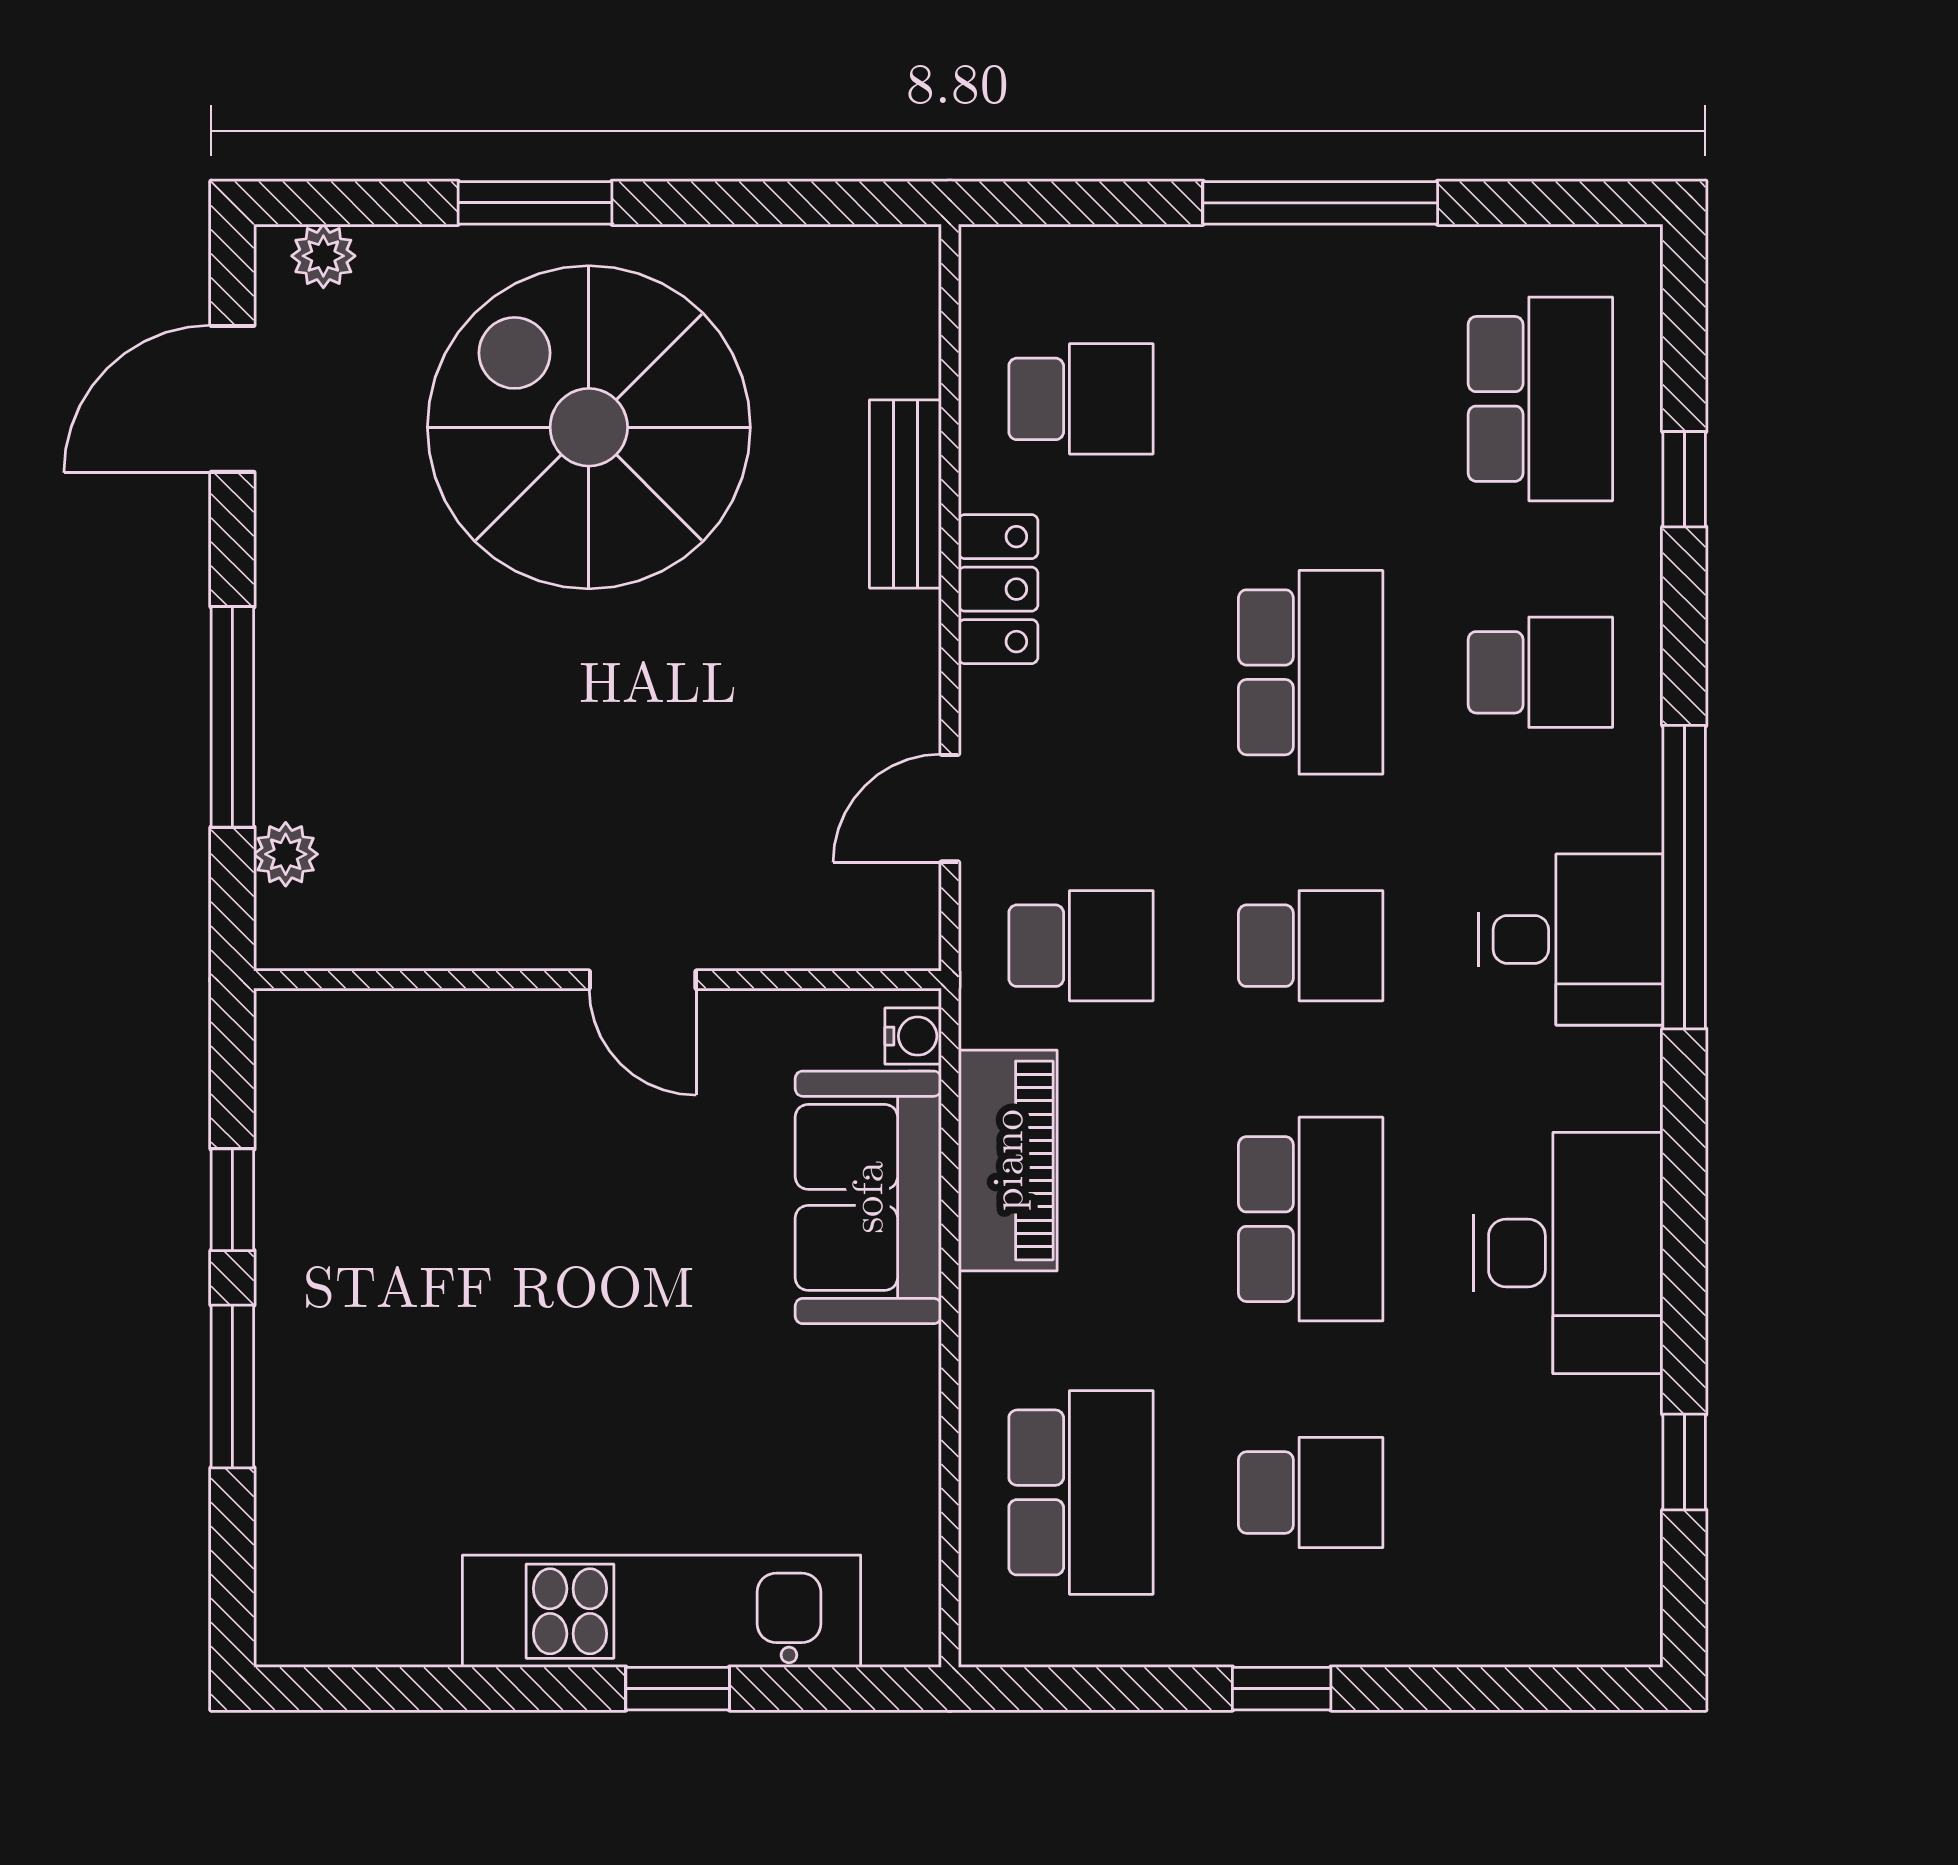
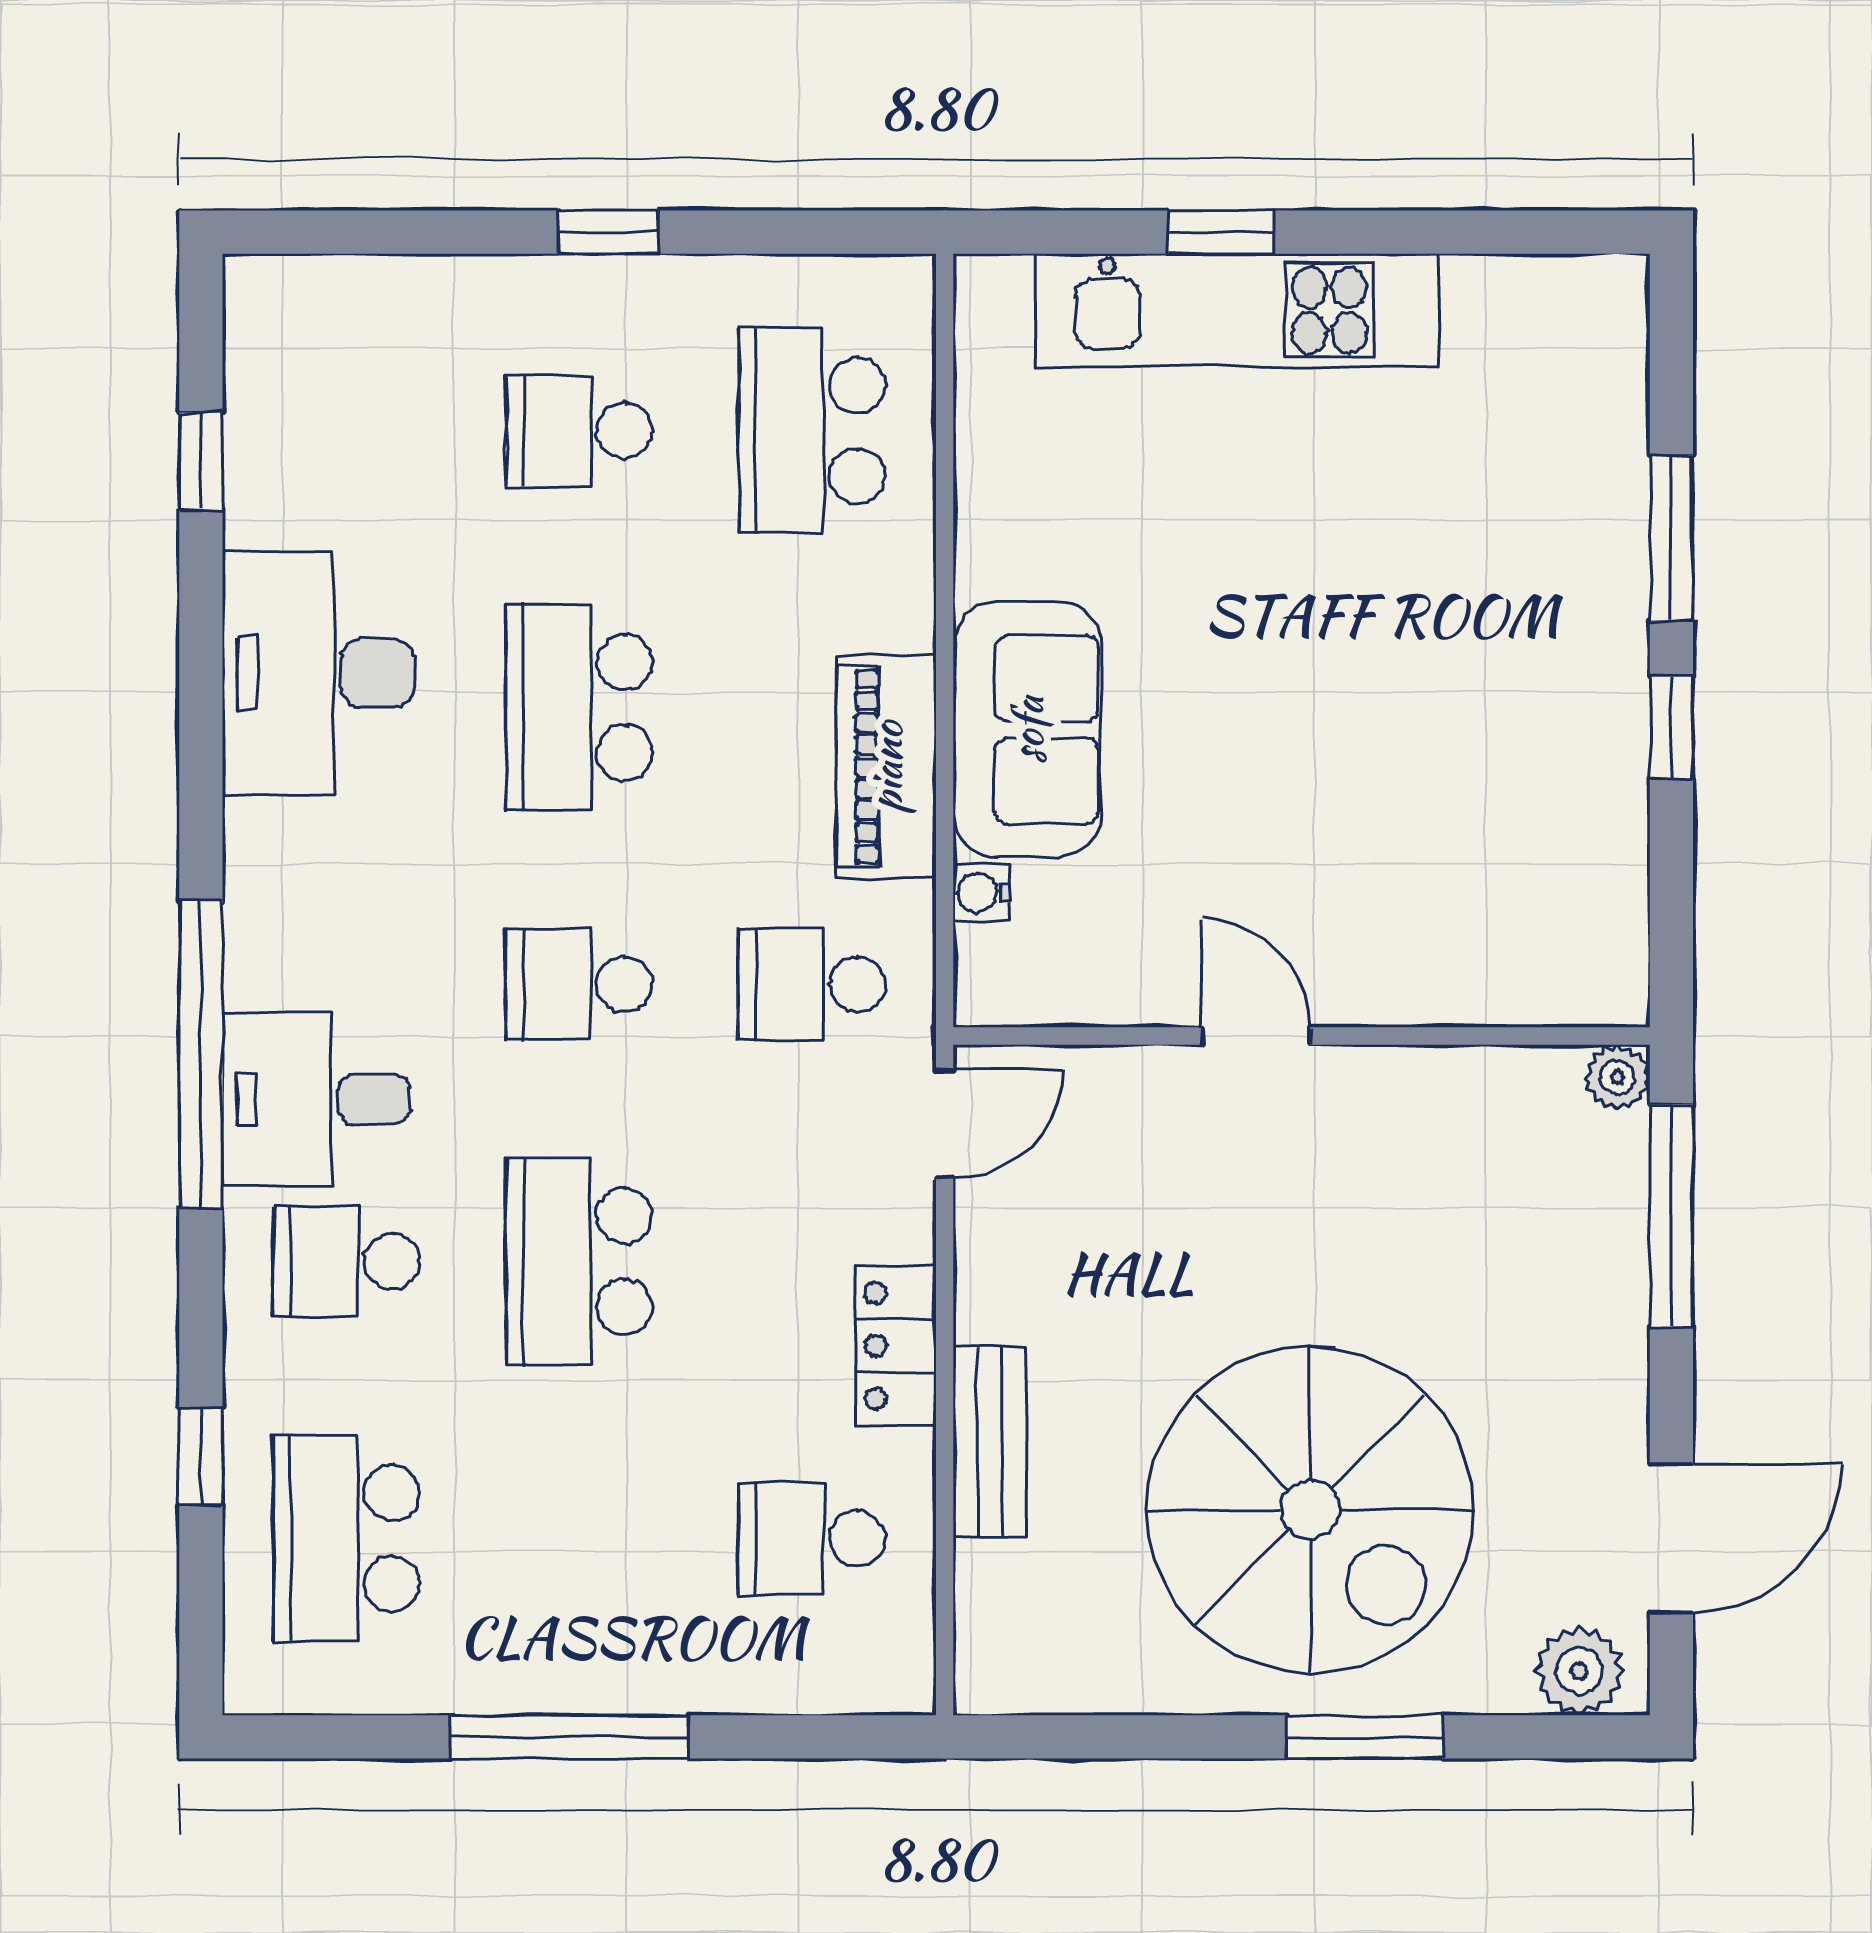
plant: (323, 256) -> (1579, 1671), width x1.38, depth x1.38
desk: (1571, 939) -> (316, 1100), moved
wall: (597, 980) -> (1302, 1036), moved
door: (643, 980) -> (1256, 1036), moved

